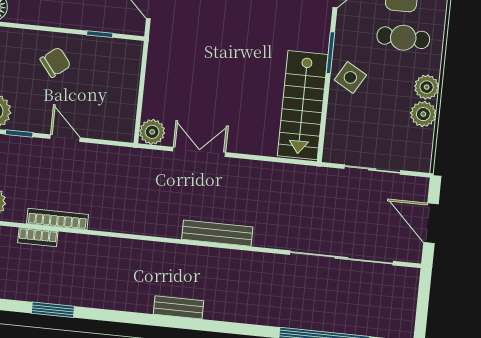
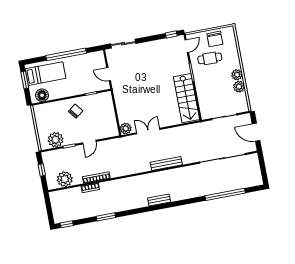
cafe table: (403, 38) -> (210, 58), moved
side table: (350, 77) -> (203, 80), removed
door: (65, 138) -> (89, 142), swing flipped

